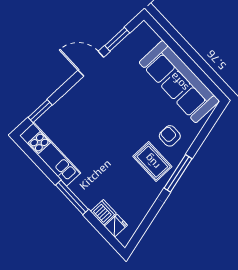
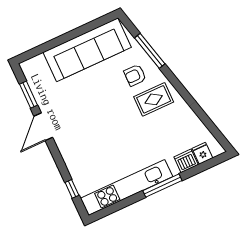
window: (40, 111) -> (72, 189), width x0.67
kitchen unit: (50, 154) -> (127, 187), width x1.36
window: (178, 173) -> (150, 51), moved

